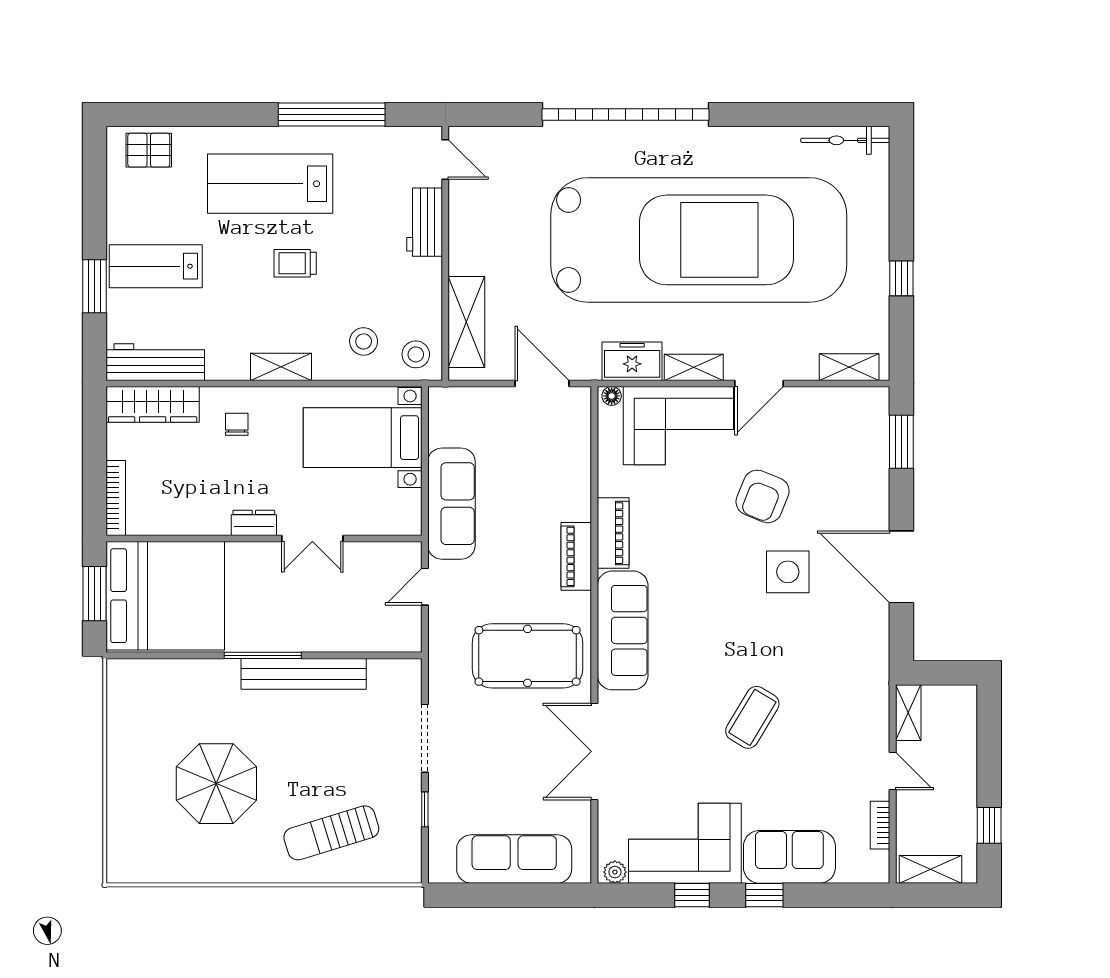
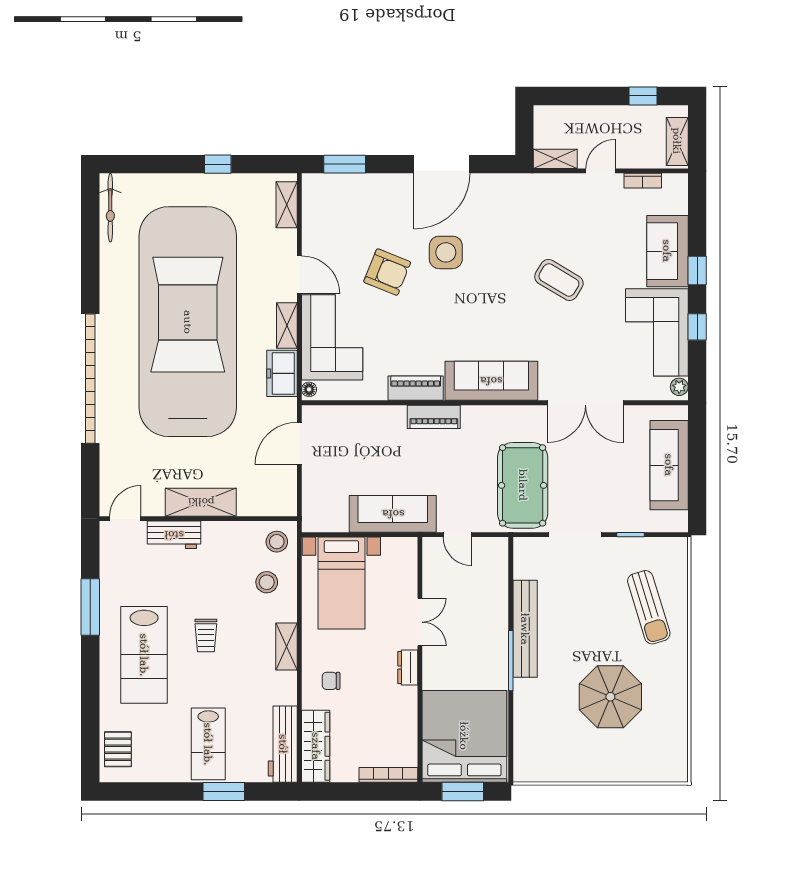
window: (332, 115) -> (90, 607), width x0.68
shelving: (466, 322) -> (201, 502), moved
pool table: (528, 656) -> (523, 485), moved

